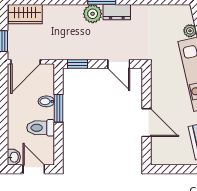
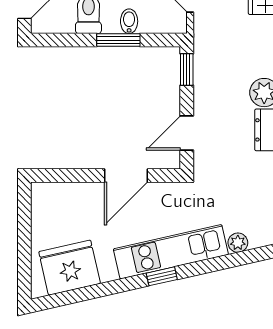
door: (146, 123) -> (126, 176), moved

